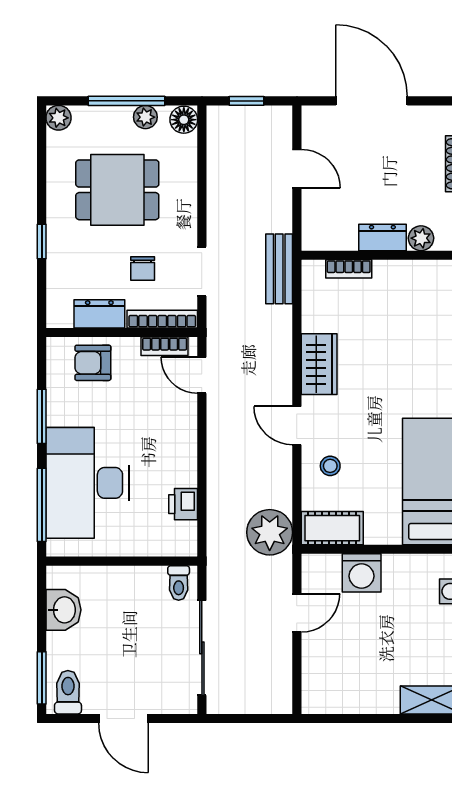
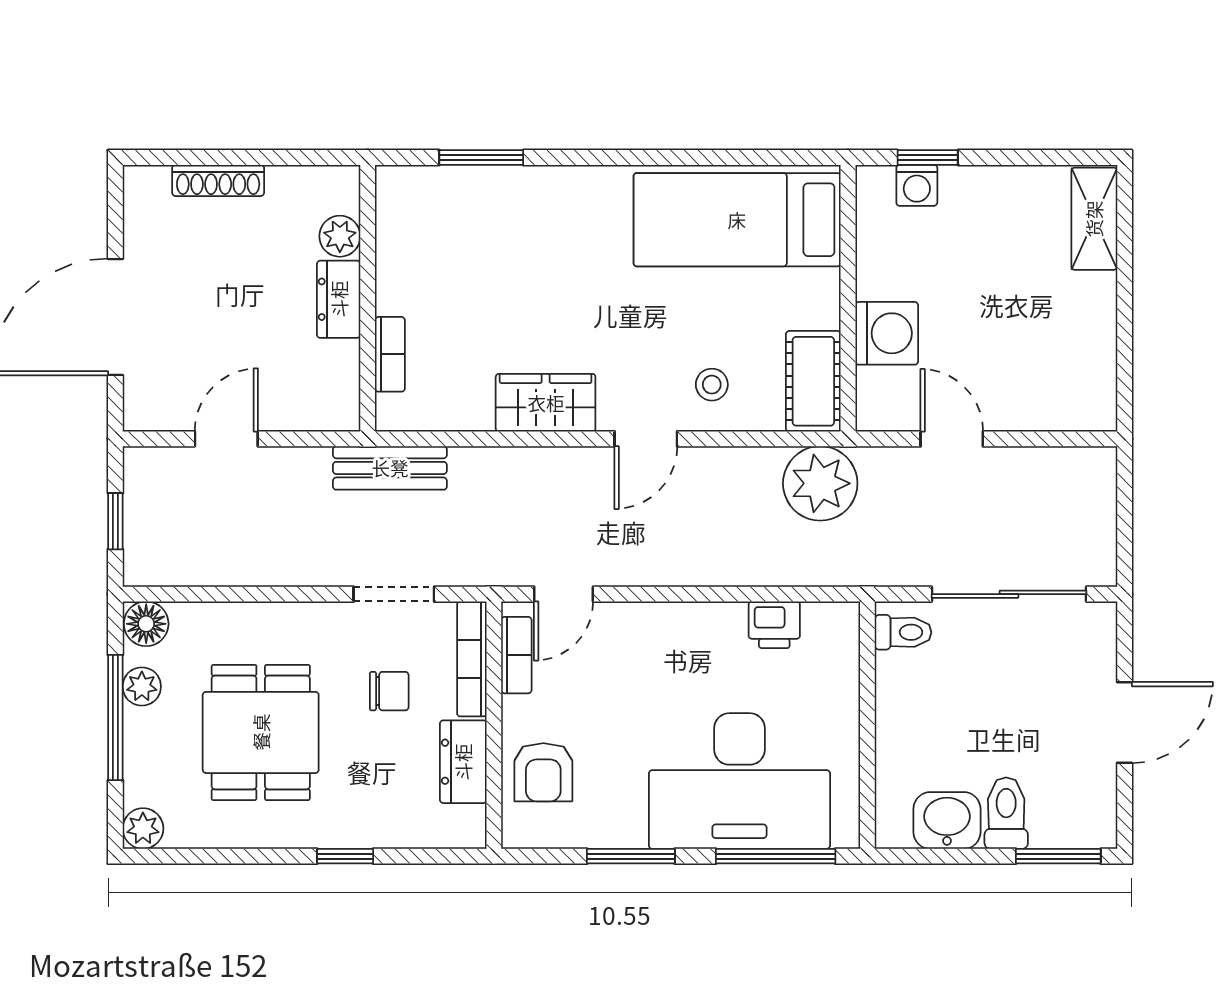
toilet: (68, 692) -> (1006, 813), moved, turned 90

